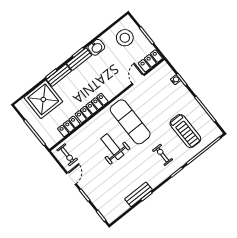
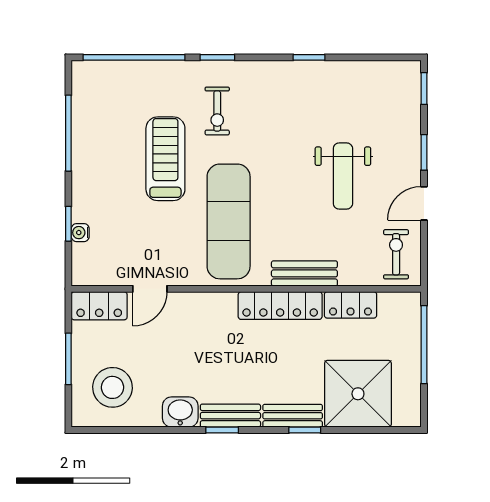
treadmill: (185, 131) -> (165, 159), moved
weight bench: (112, 147) -> (343, 176), moved
bench: (139, 194) -> (304, 273), moved

